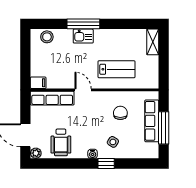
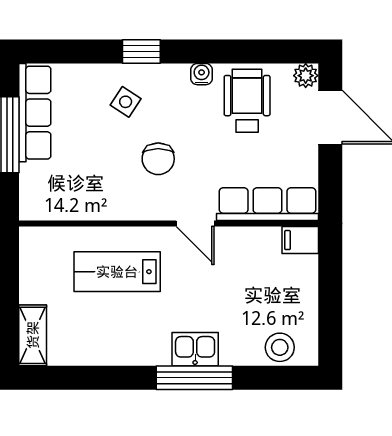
chair: (120, 113) -> (158, 159), moved
row of seats: (152, 121) -> (35, 113), moved
water cooler: (93, 154) -> (202, 74), moved

